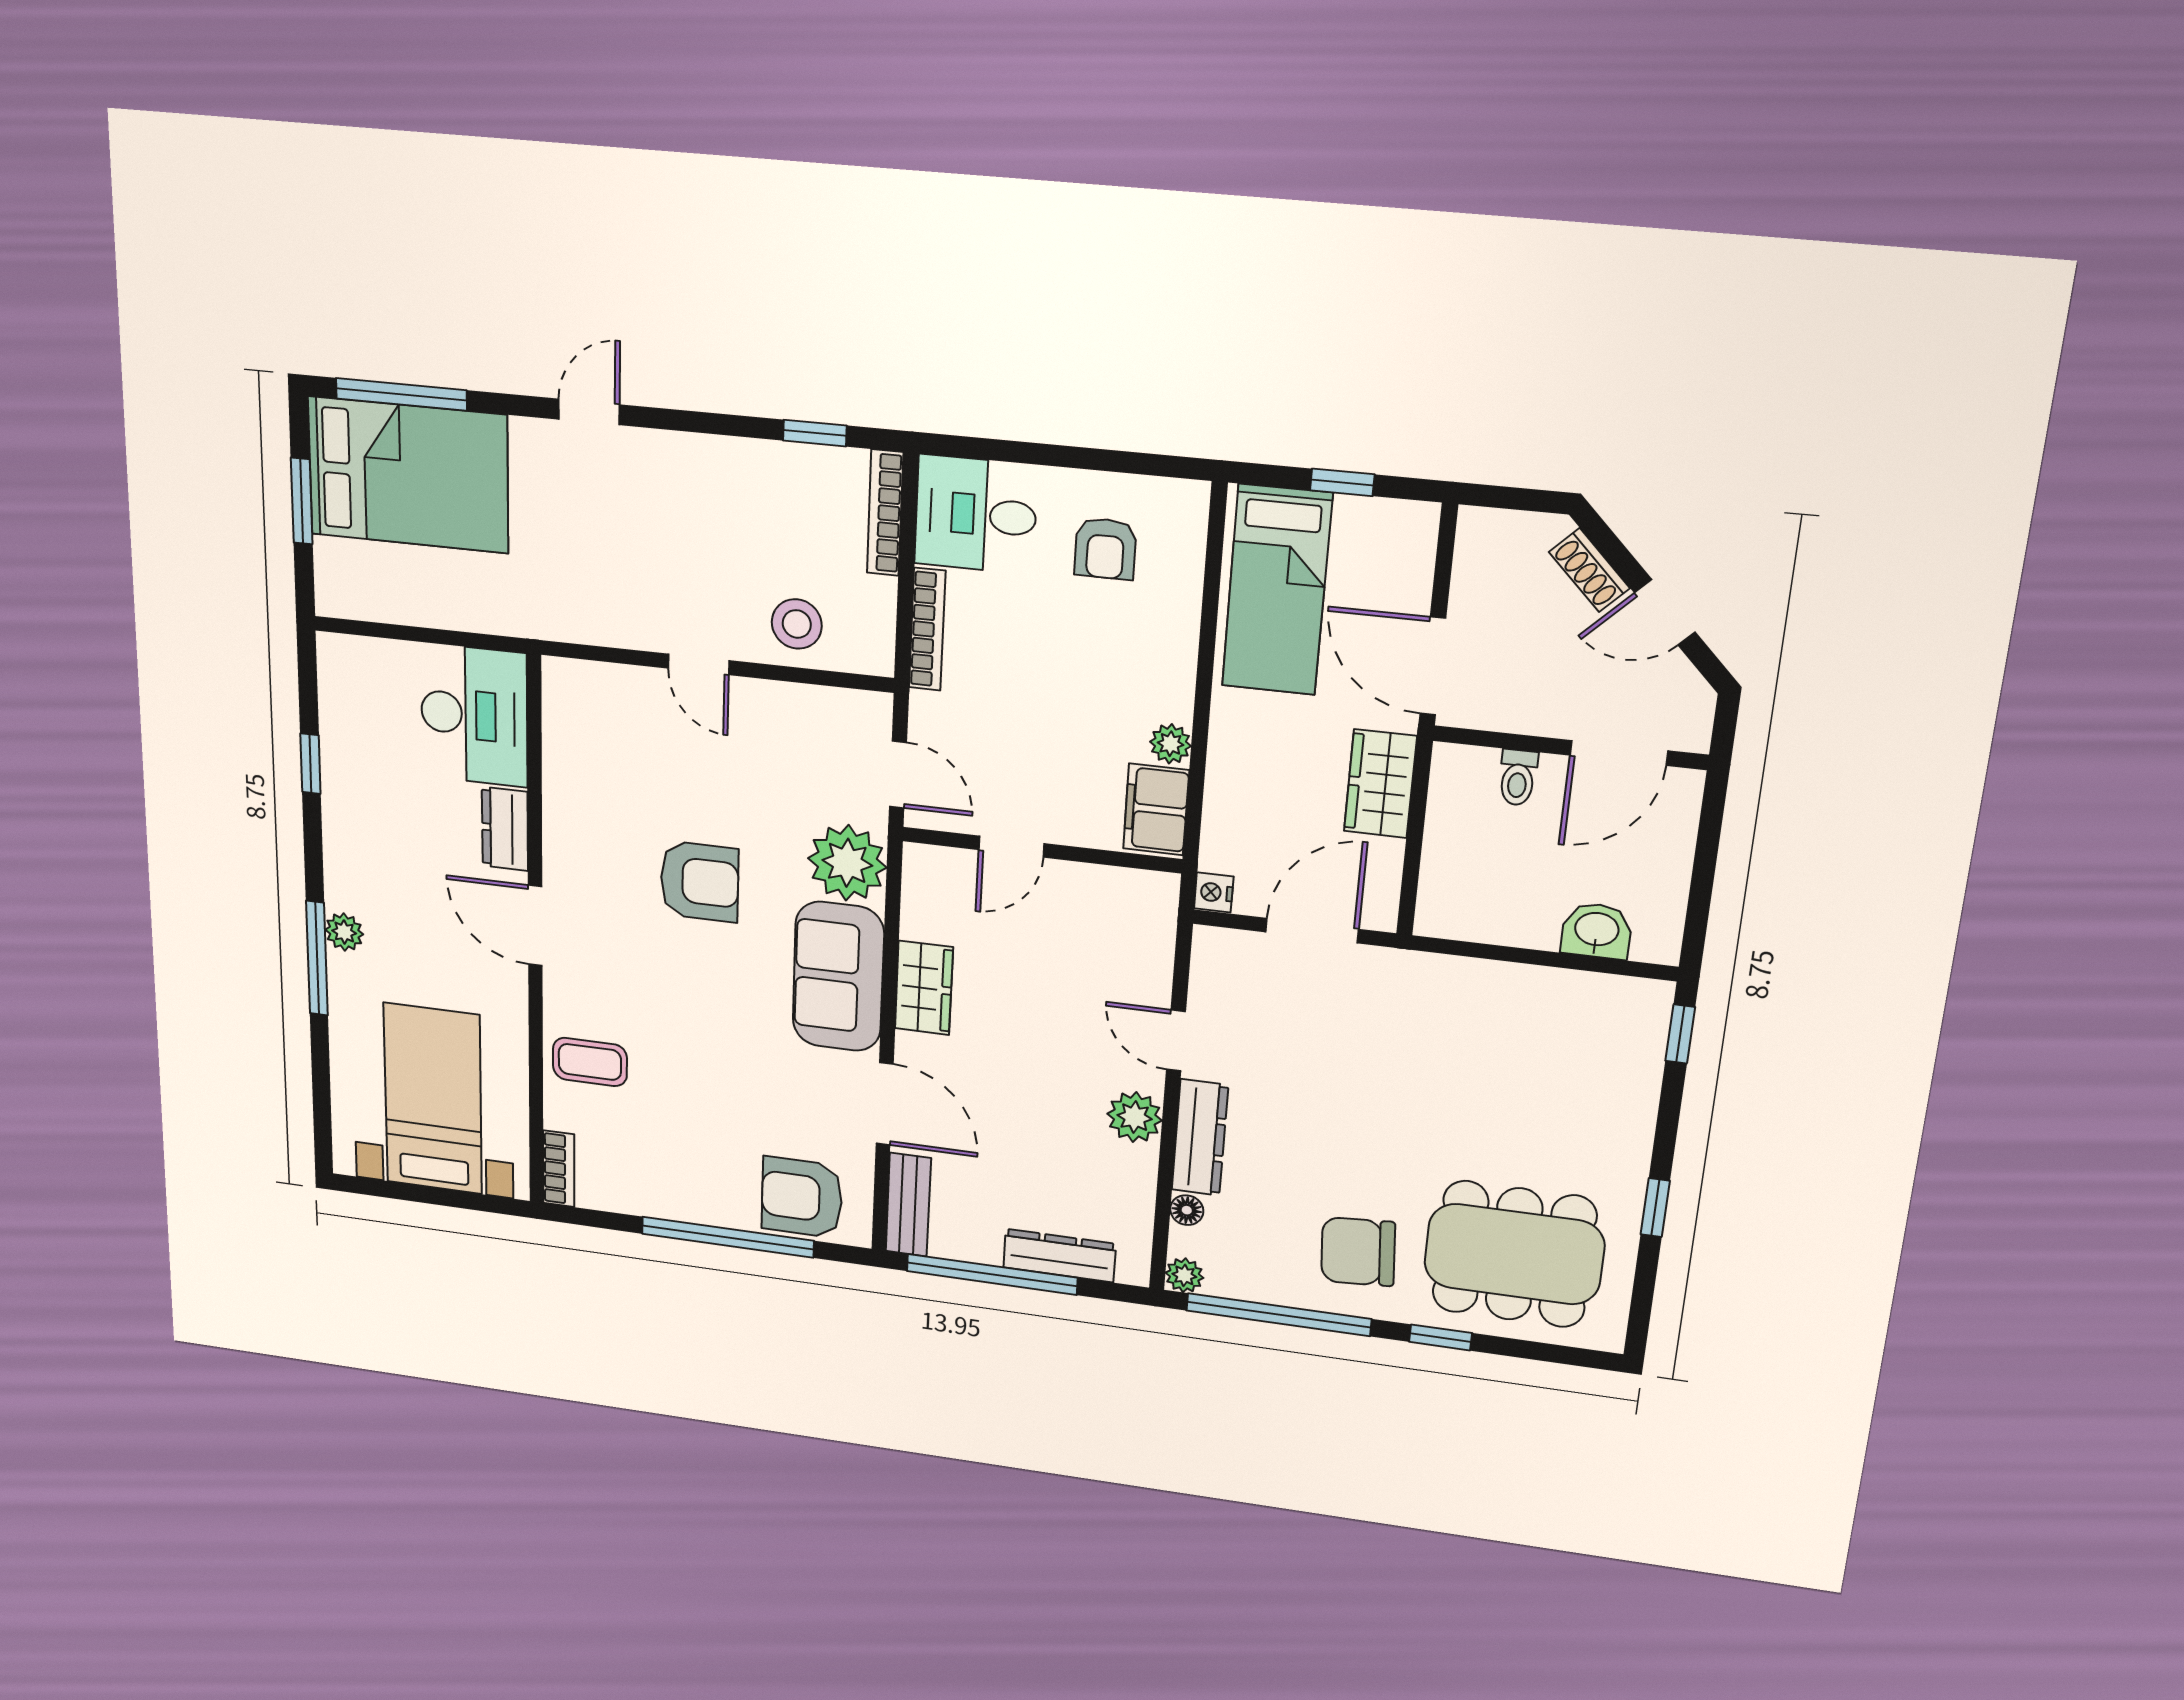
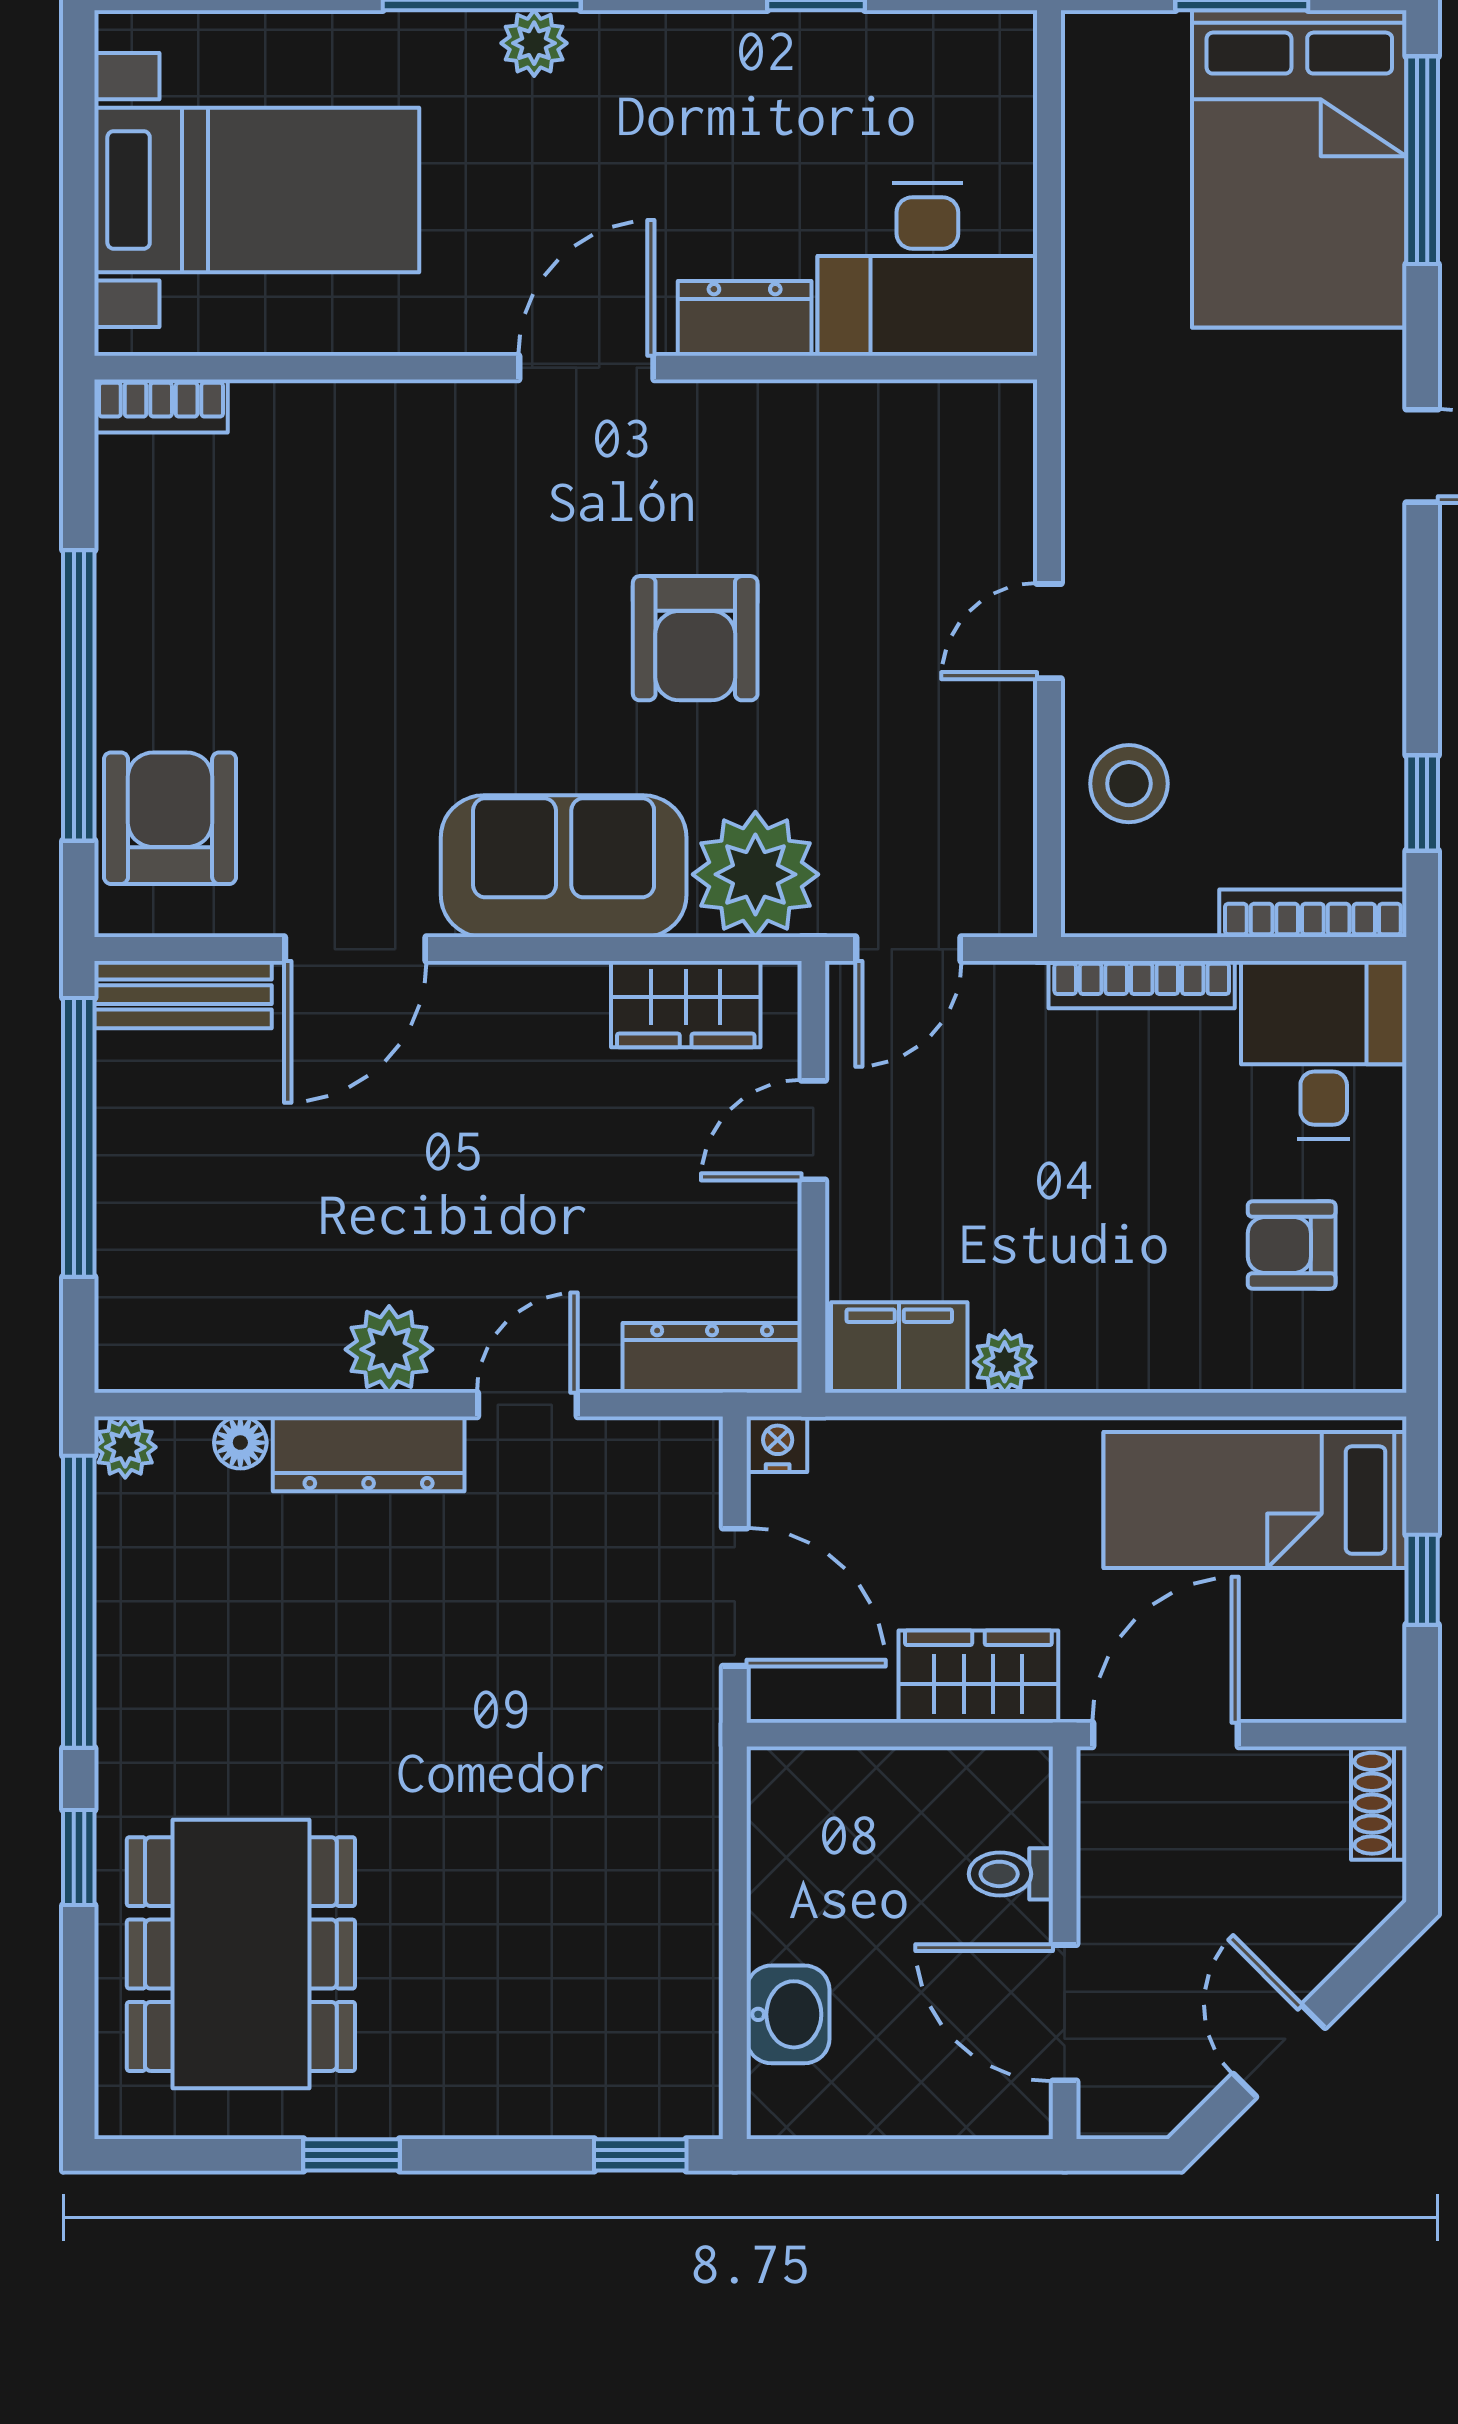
shoe rack: (1589, 570) -> (1379, 1803), moved, turned -45
door: (1011, 847) -> (813, 1130), hinge flipped
wardrobe: (924, 988) -> (686, 1004), moved
coffee table: (590, 1062) -> (361, 459), removed
chair: (1358, 1252) -> (209, 1716), removed
dresser: (1059, 1256) -> (712, 1358), moved, turned -90

